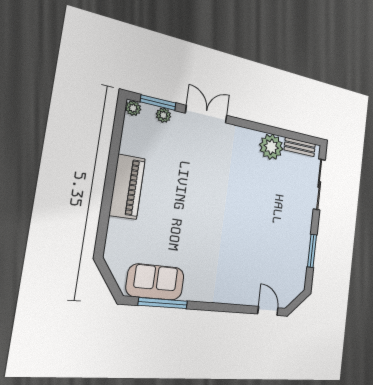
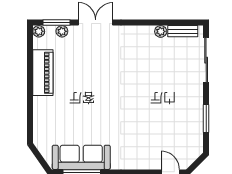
plant: (271, 147) -> (161, 31), width x0.53, depth x0.53
piano: (127, 187) -> (43, 73), moved
sofa: (155, 282) -> (81, 157), width x1.36

